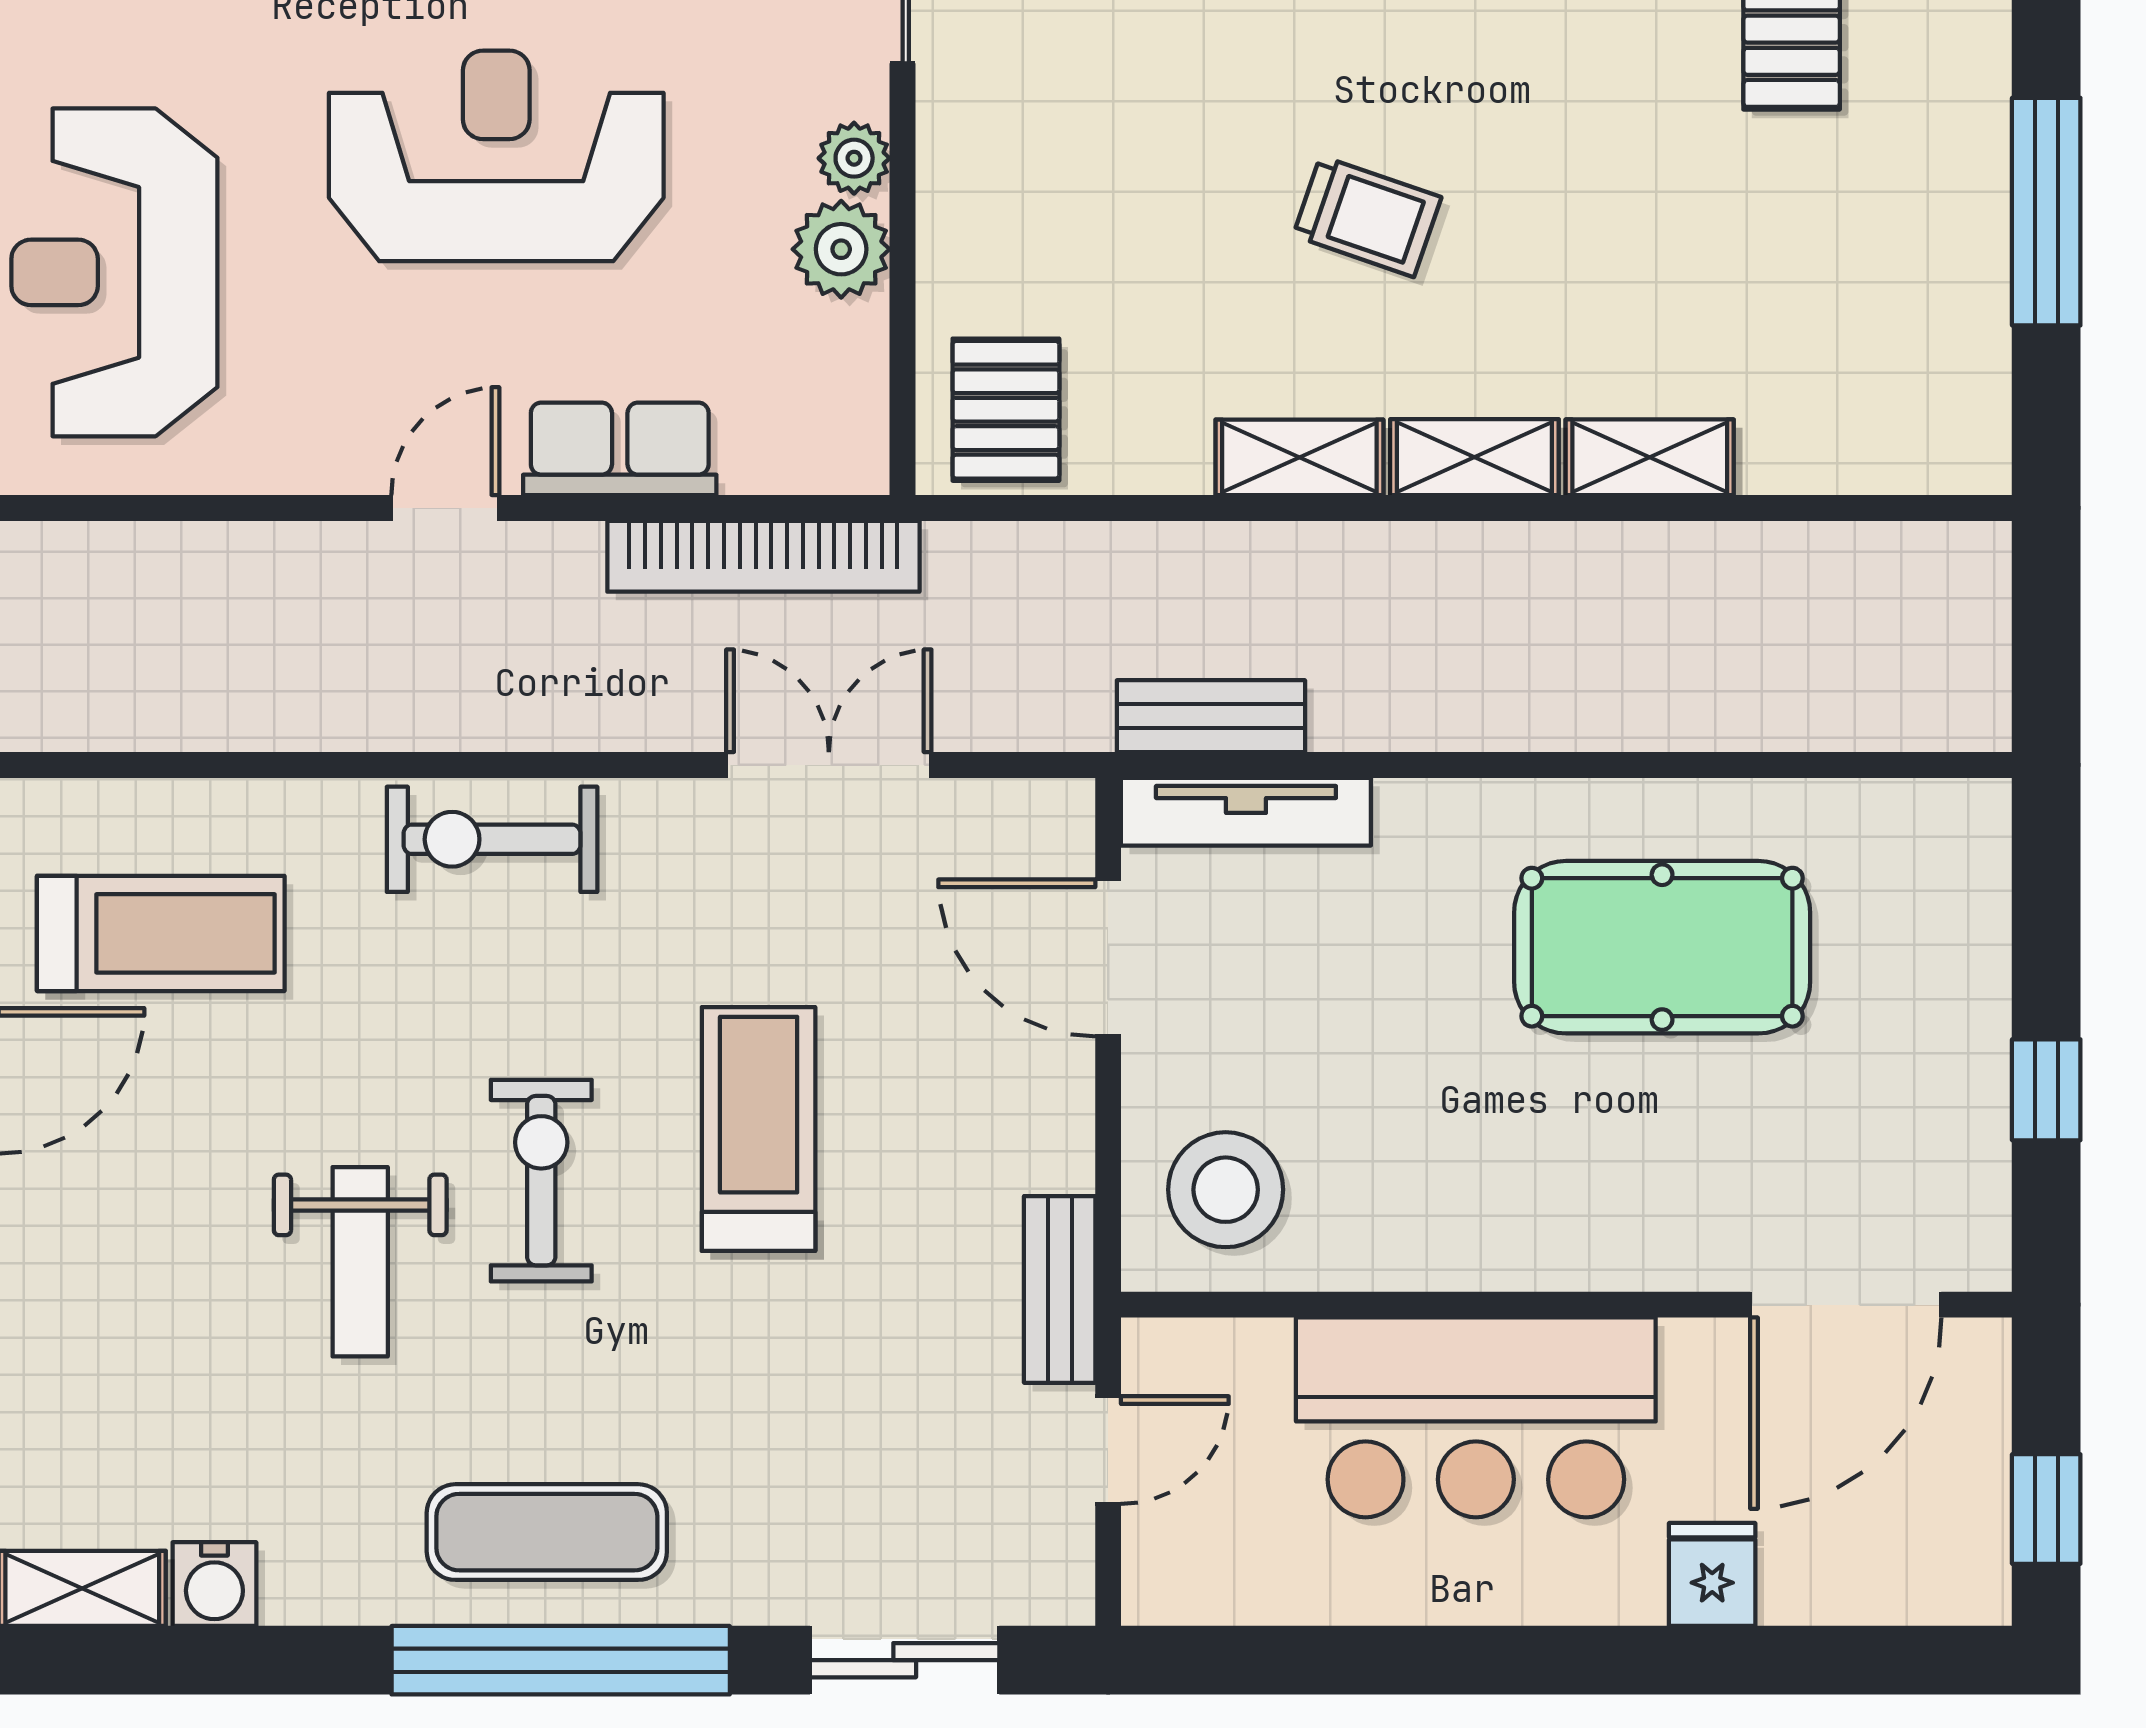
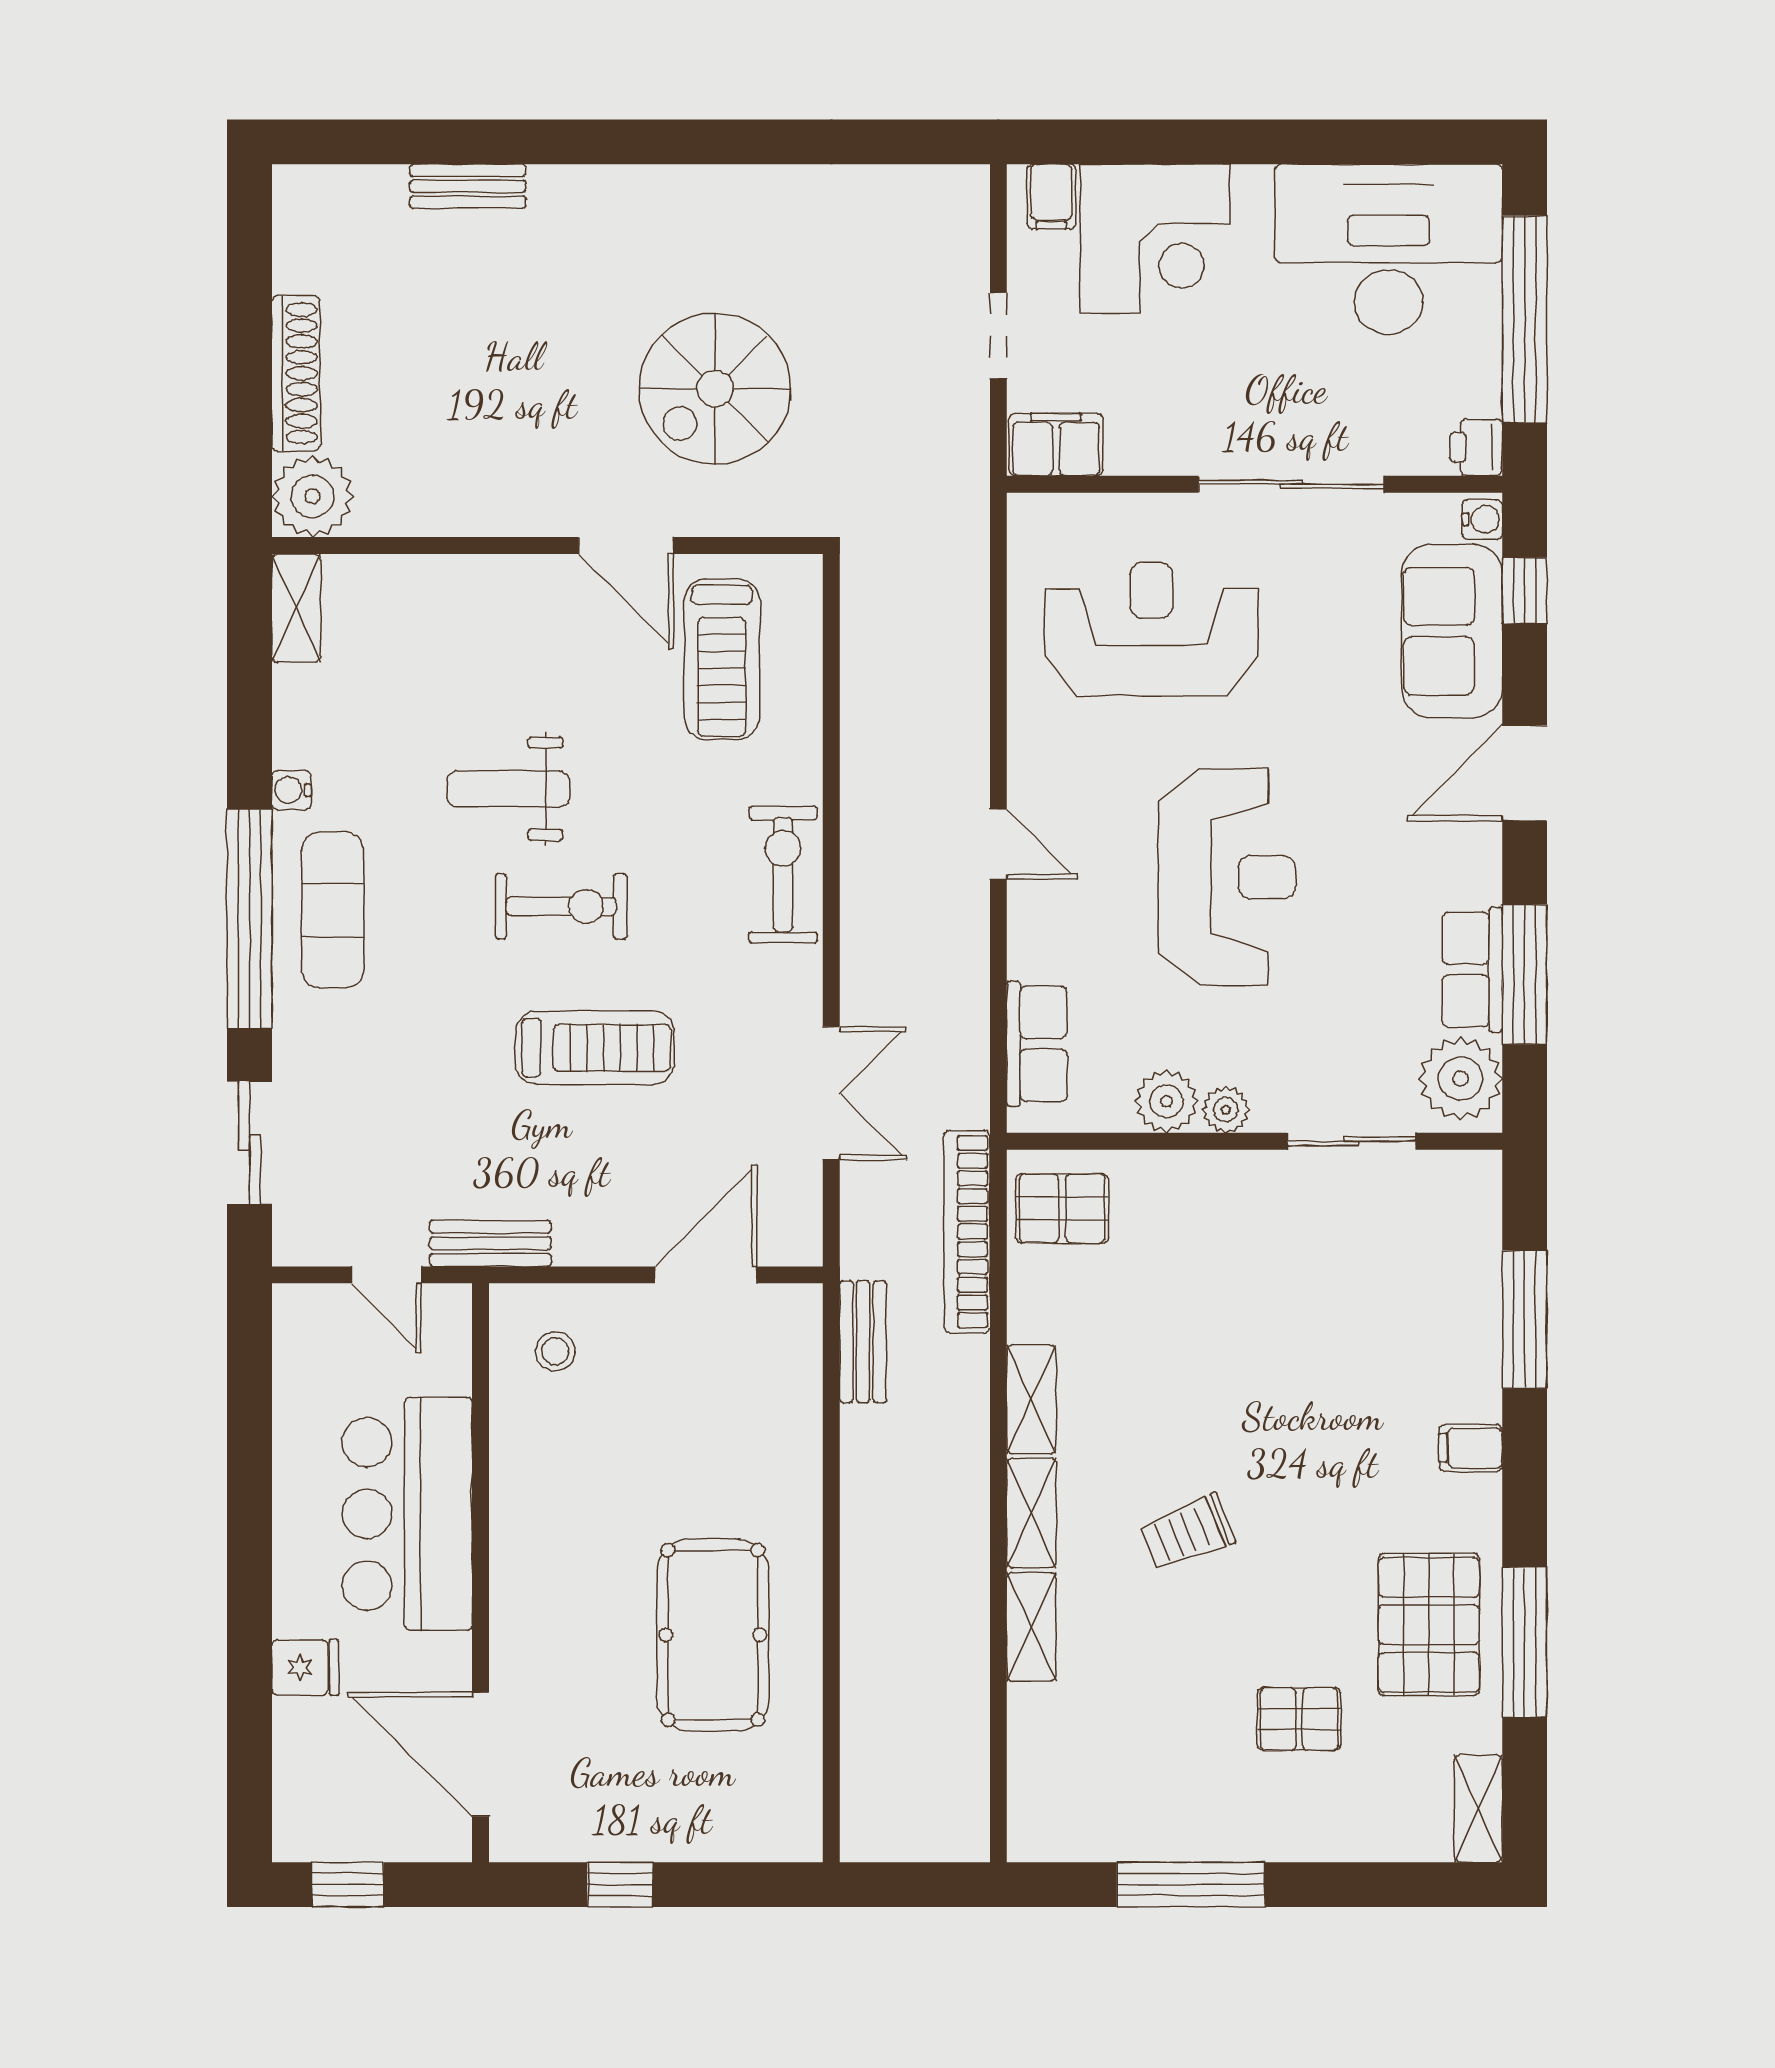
trolley: (1367, 216) -> (1187, 1533), moved, turned 49
row of seats: (620, 449) -> (1037, 1044), moved
bookcase: (763, 556) -> (967, 1232), moved
tv unit: (1246, 812) -> (801, 1364), removed
stool: (1226, 1190) -> (555, 1351), width x0.53, depth x0.53
water cooler: (214, 1584) -> (291, 790), moved, width x0.72, depth x0.72

